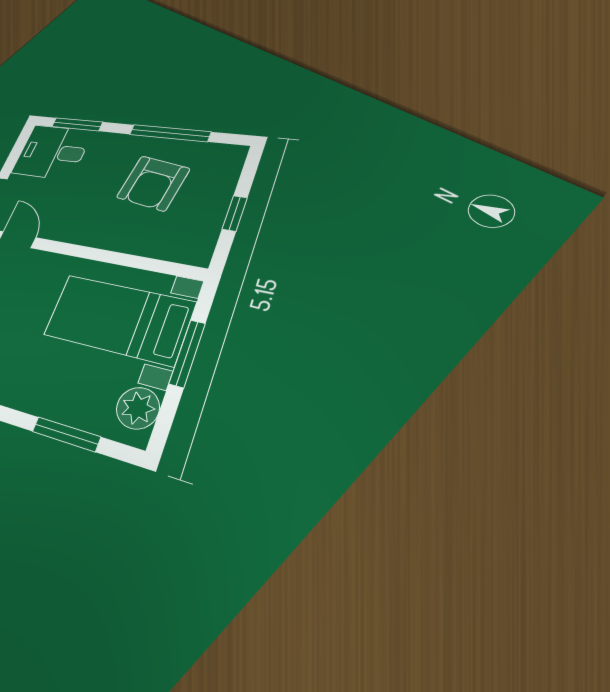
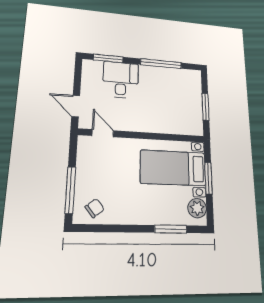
desk: (52, 152) -> (121, 80), moved, turned 90
armchair: (153, 183) -> (163, 93), removed
window: (235, 213) -> (205, 107), width x1.50

